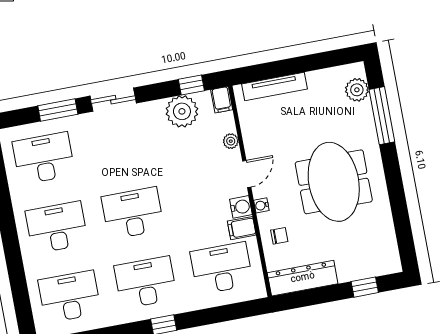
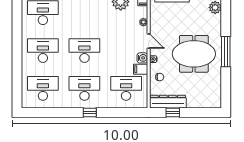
window: (382, 116) -> (226, 52), moved
door: (247, 174) -> (149, 41), hinge flipped
meeting table: (334, 182) -> (194, 54), turned 90
window: (365, 287) -> (173, 113), moved

